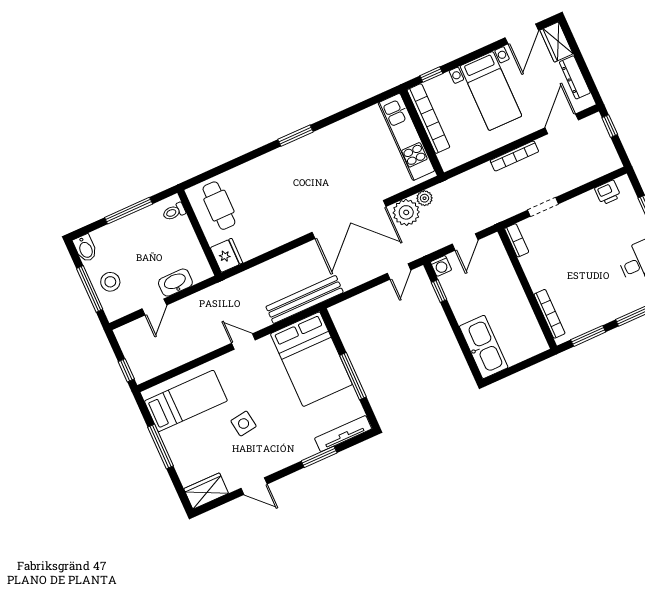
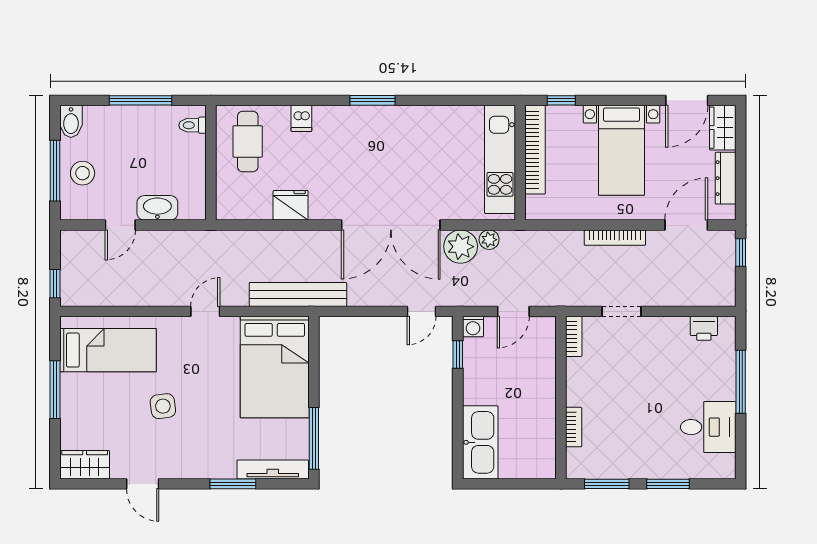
dishwasher: (250, 172) -> (301, 118), added
fridge: (226, 255) -> (291, 205), moved, turned -90
bookcase: (550, 314) -> (574, 427), width x0.64
door: (243, 342) -> (205, 311), hinge flipped
window: (353, 376) -> (314, 438), moved

